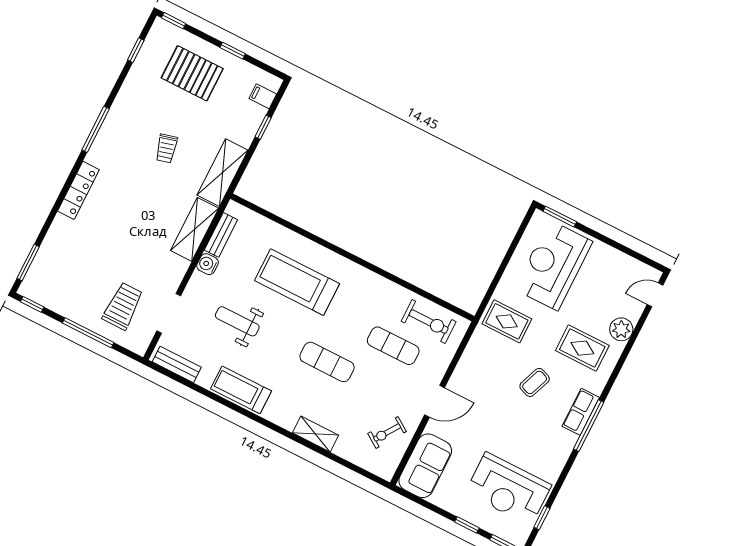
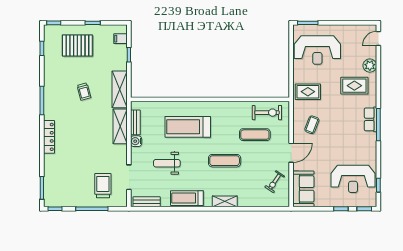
reception desk: (554, 265) -> (317, 50), turned -90
coffee table: (535, 382) -> (312, 125), moved
shelving: (315, 434) -> (225, 201), moved

